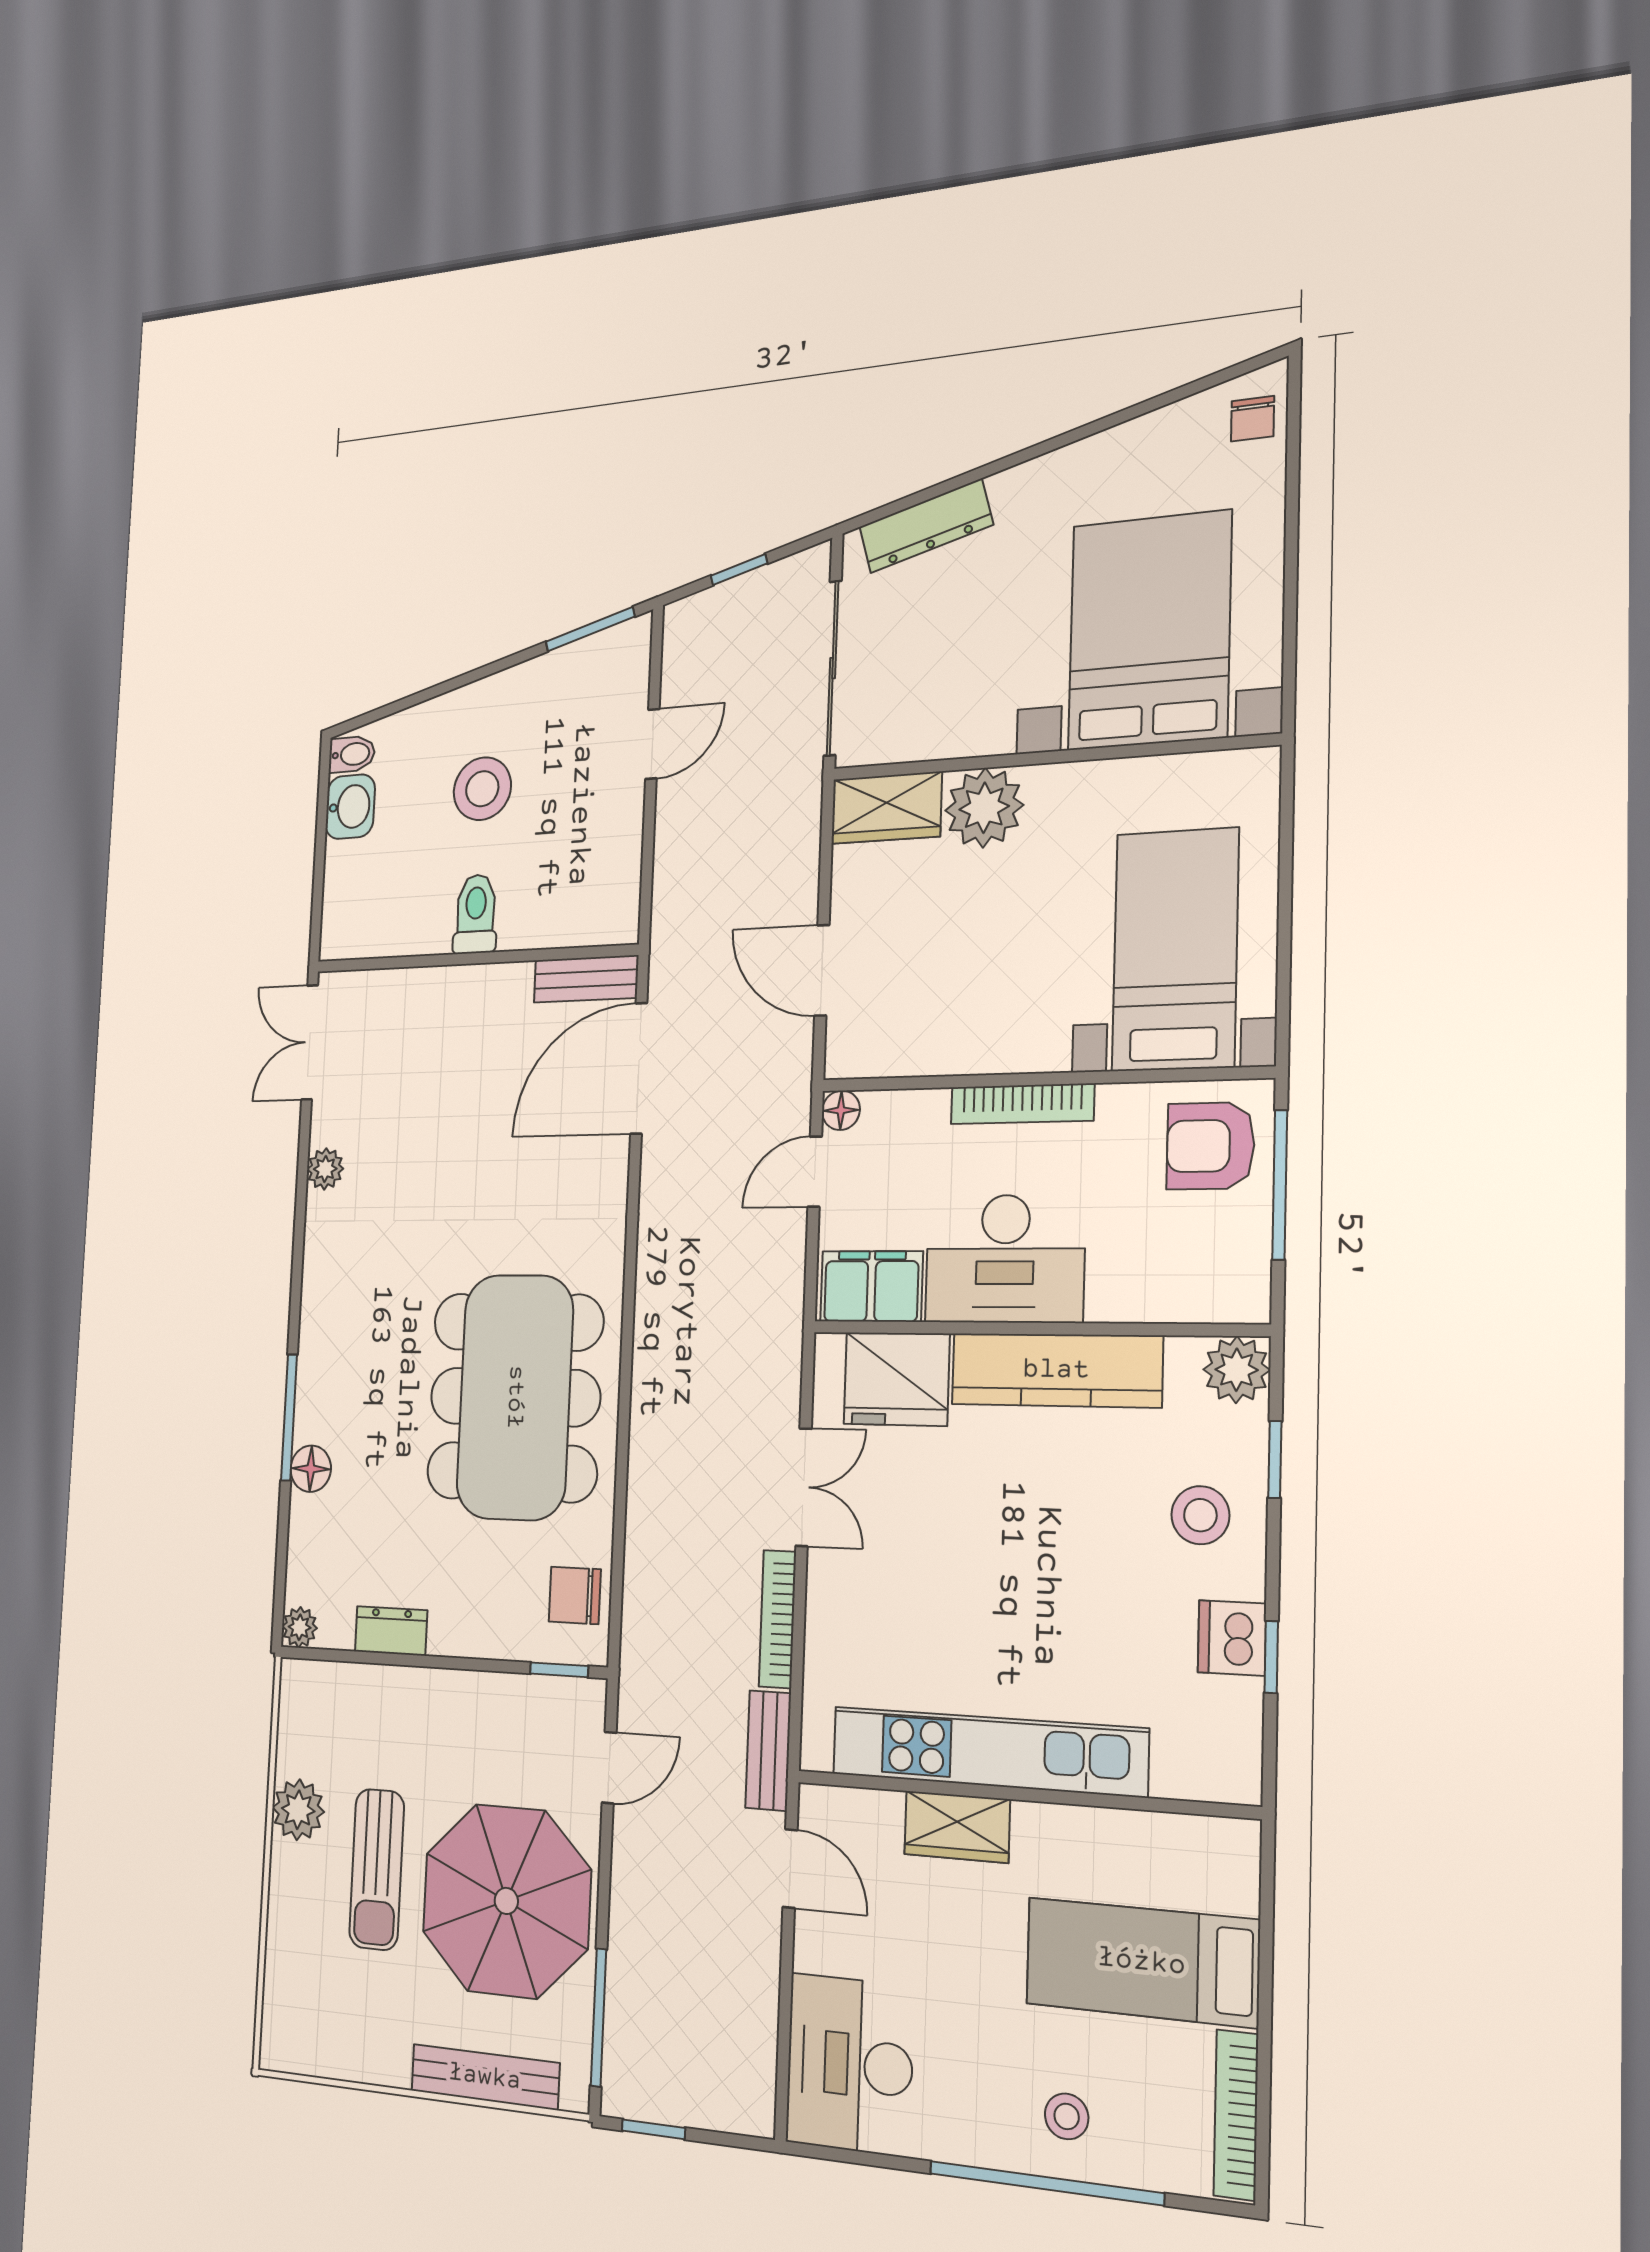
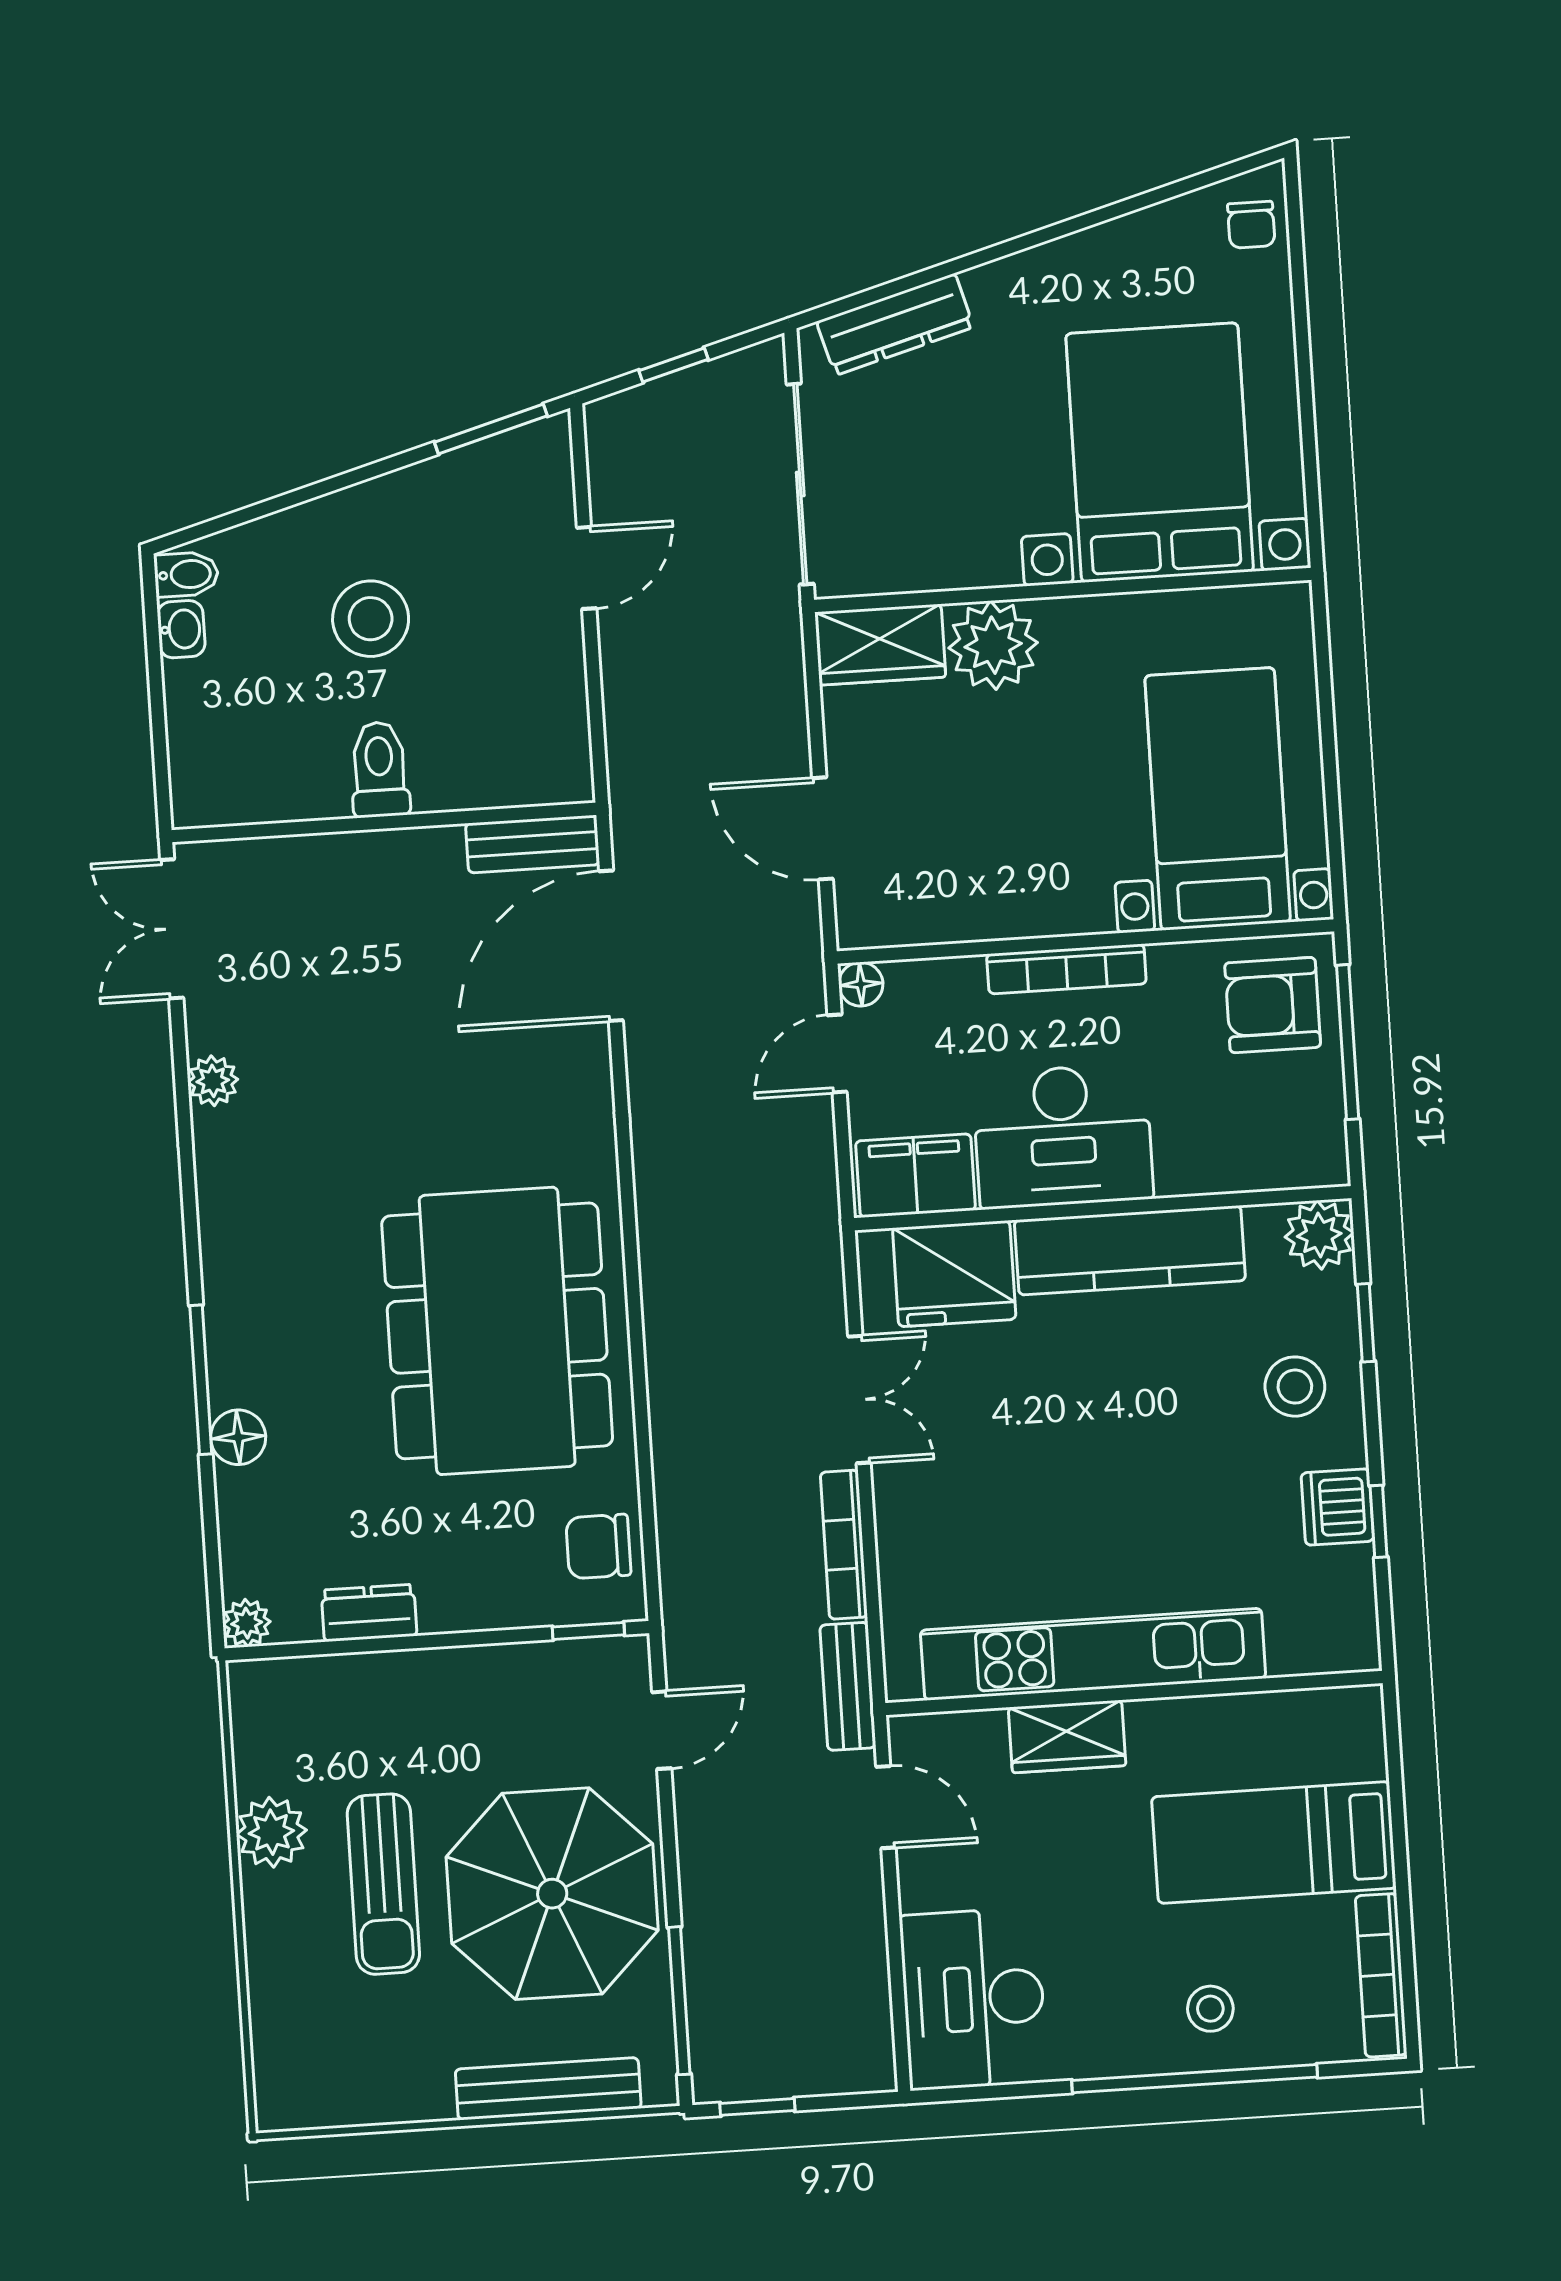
washbasin: (350, 807) -> (181, 629), width x0.72, depth x0.69

